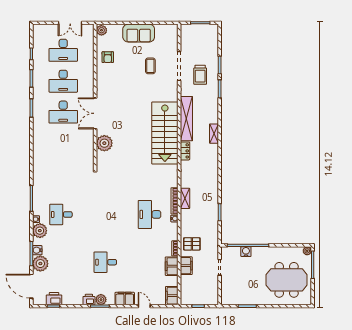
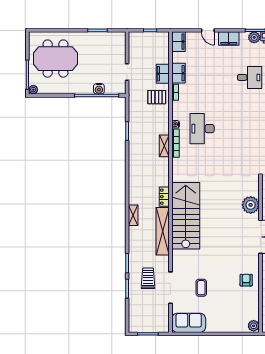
sofa: (139, 33) -> (189, 323), moved
armchair: (108, 57) -> (246, 280), moved
desk: (150, 214) -> (202, 129), turned 180

